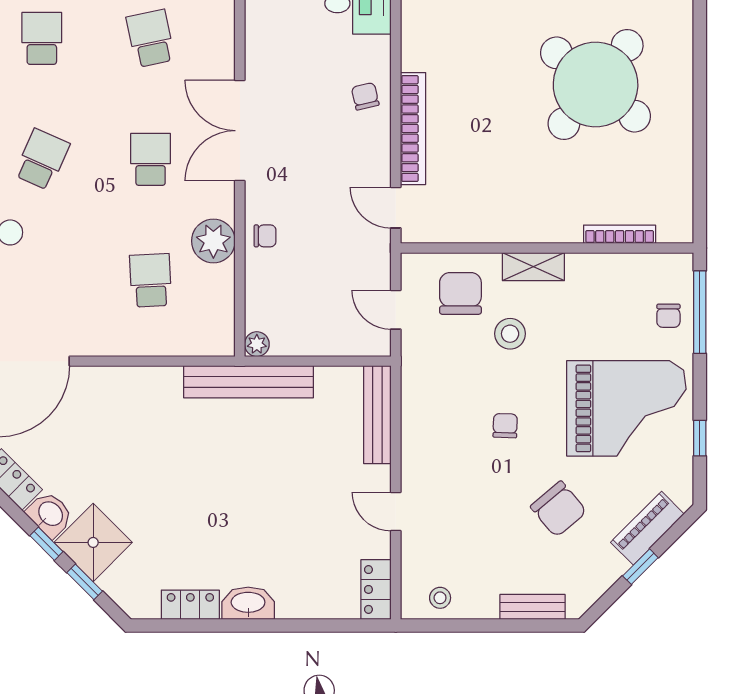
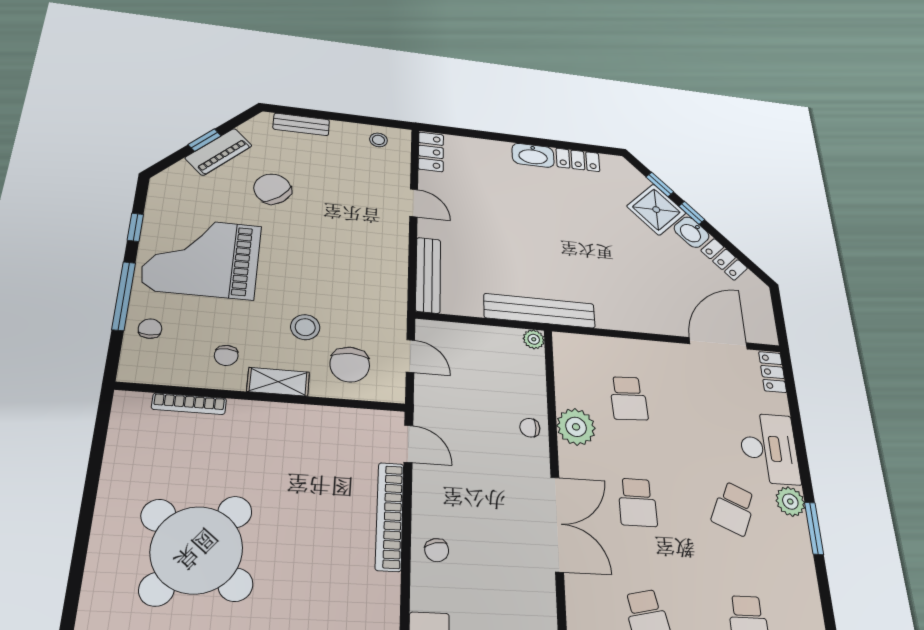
window: (700, 312) -> (124, 296), moved
chair: (505, 426) -> (226, 355), moved
piano: (647, 528) -> (219, 152), moved

